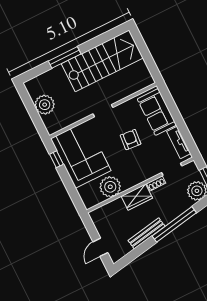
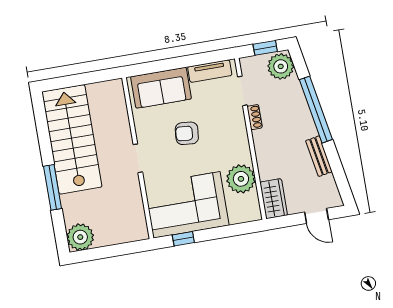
plant: (45, 105) -> (80, 237), moved
wardrobe: (137, 197) -> (274, 199), moved
bench: (147, 233) -> (319, 156), width x0.73

